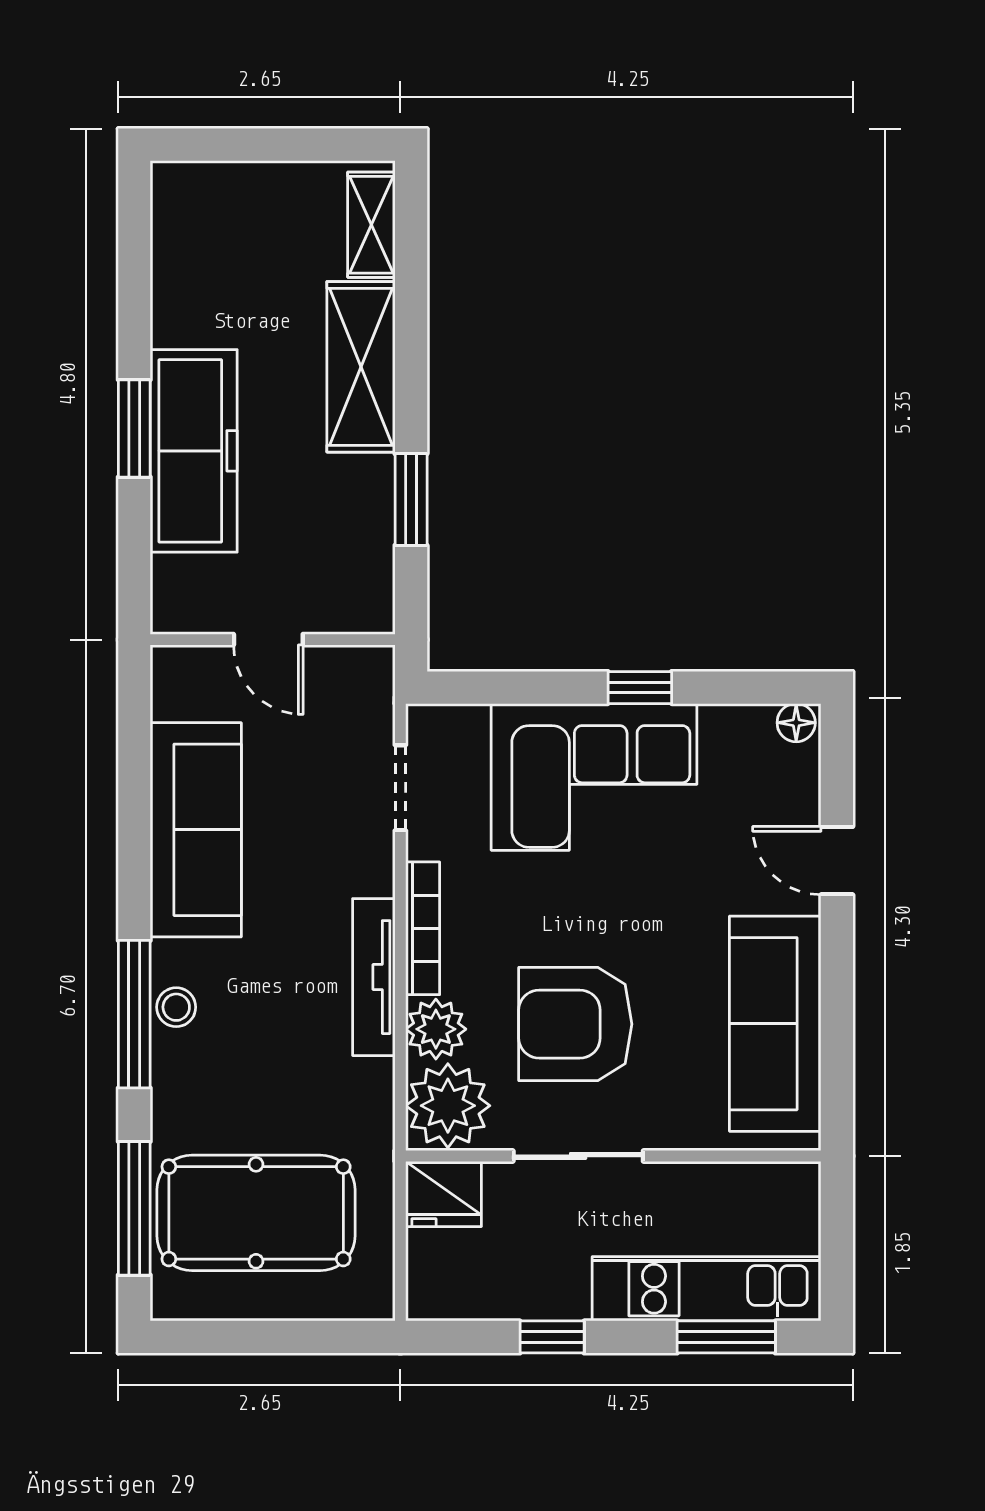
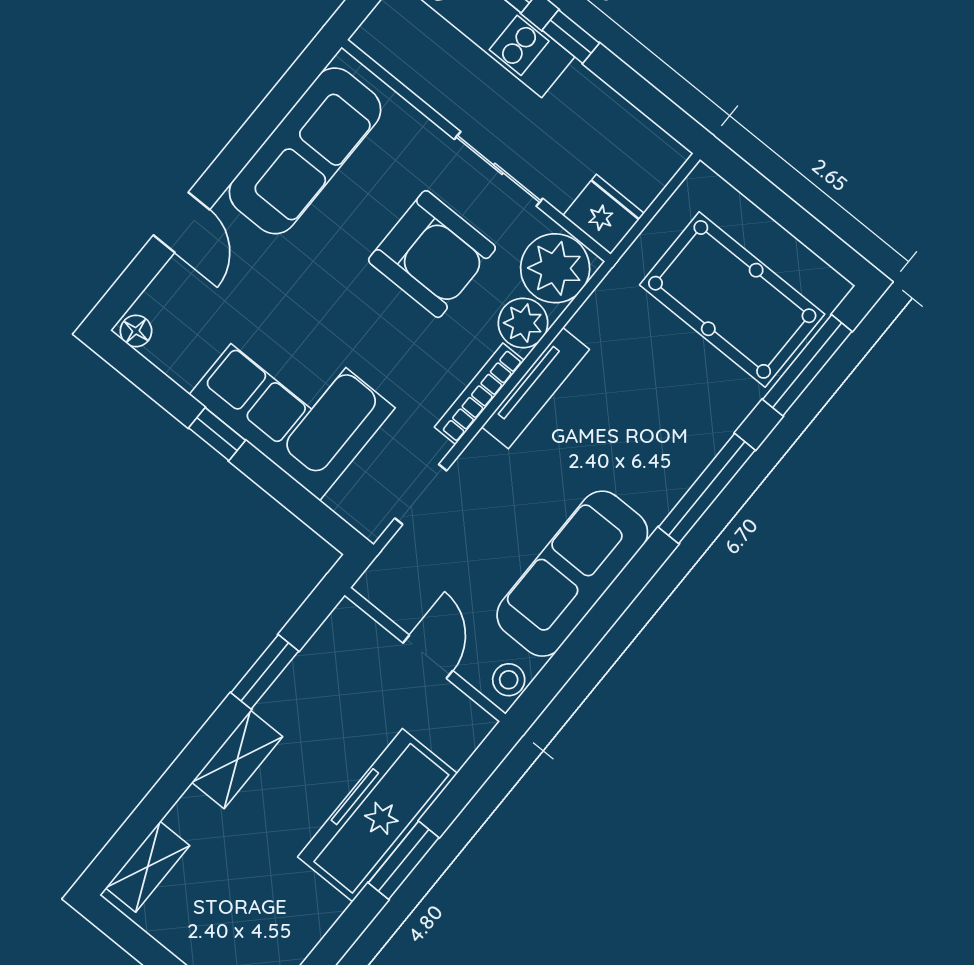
shelving: (361, 367) -> (237, 759), width x0.67, depth x0.75
stool: (176, 1007) -> (509, 680), moved
window: (552, 1337) -> (571, 37), moved

